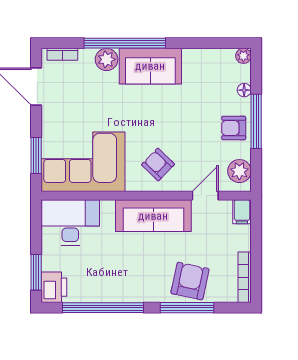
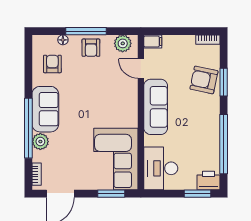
plant: (243, 56) -> (38, 40), removed
armchair: (158, 164) -> (52, 64), moved, turned 136
bookcase: (245, 277) -> (208, 40), width x0.64
window: (187, 308) -> (224, 82), width x0.69

